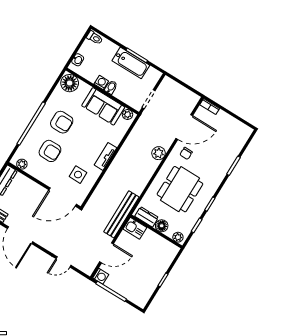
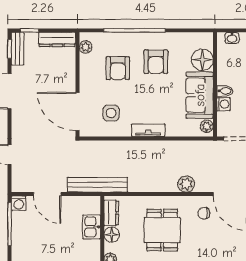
washing machine: (101, 82) -> (223, 104), moved
floor lamp: (70, 83) -> (202, 60), moved
dining table: (180, 189) -> (162, 230), width x0.73
kitchen sink: (135, 228) -> (92, 227), moved

